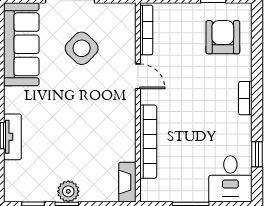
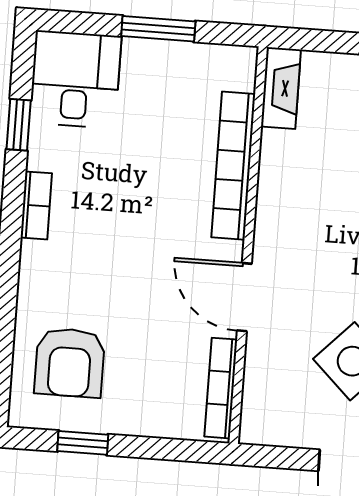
door: (138, 76) -> (244, 297), width x1.38
bookcase: (245, 98) -> (36, 205), moved

